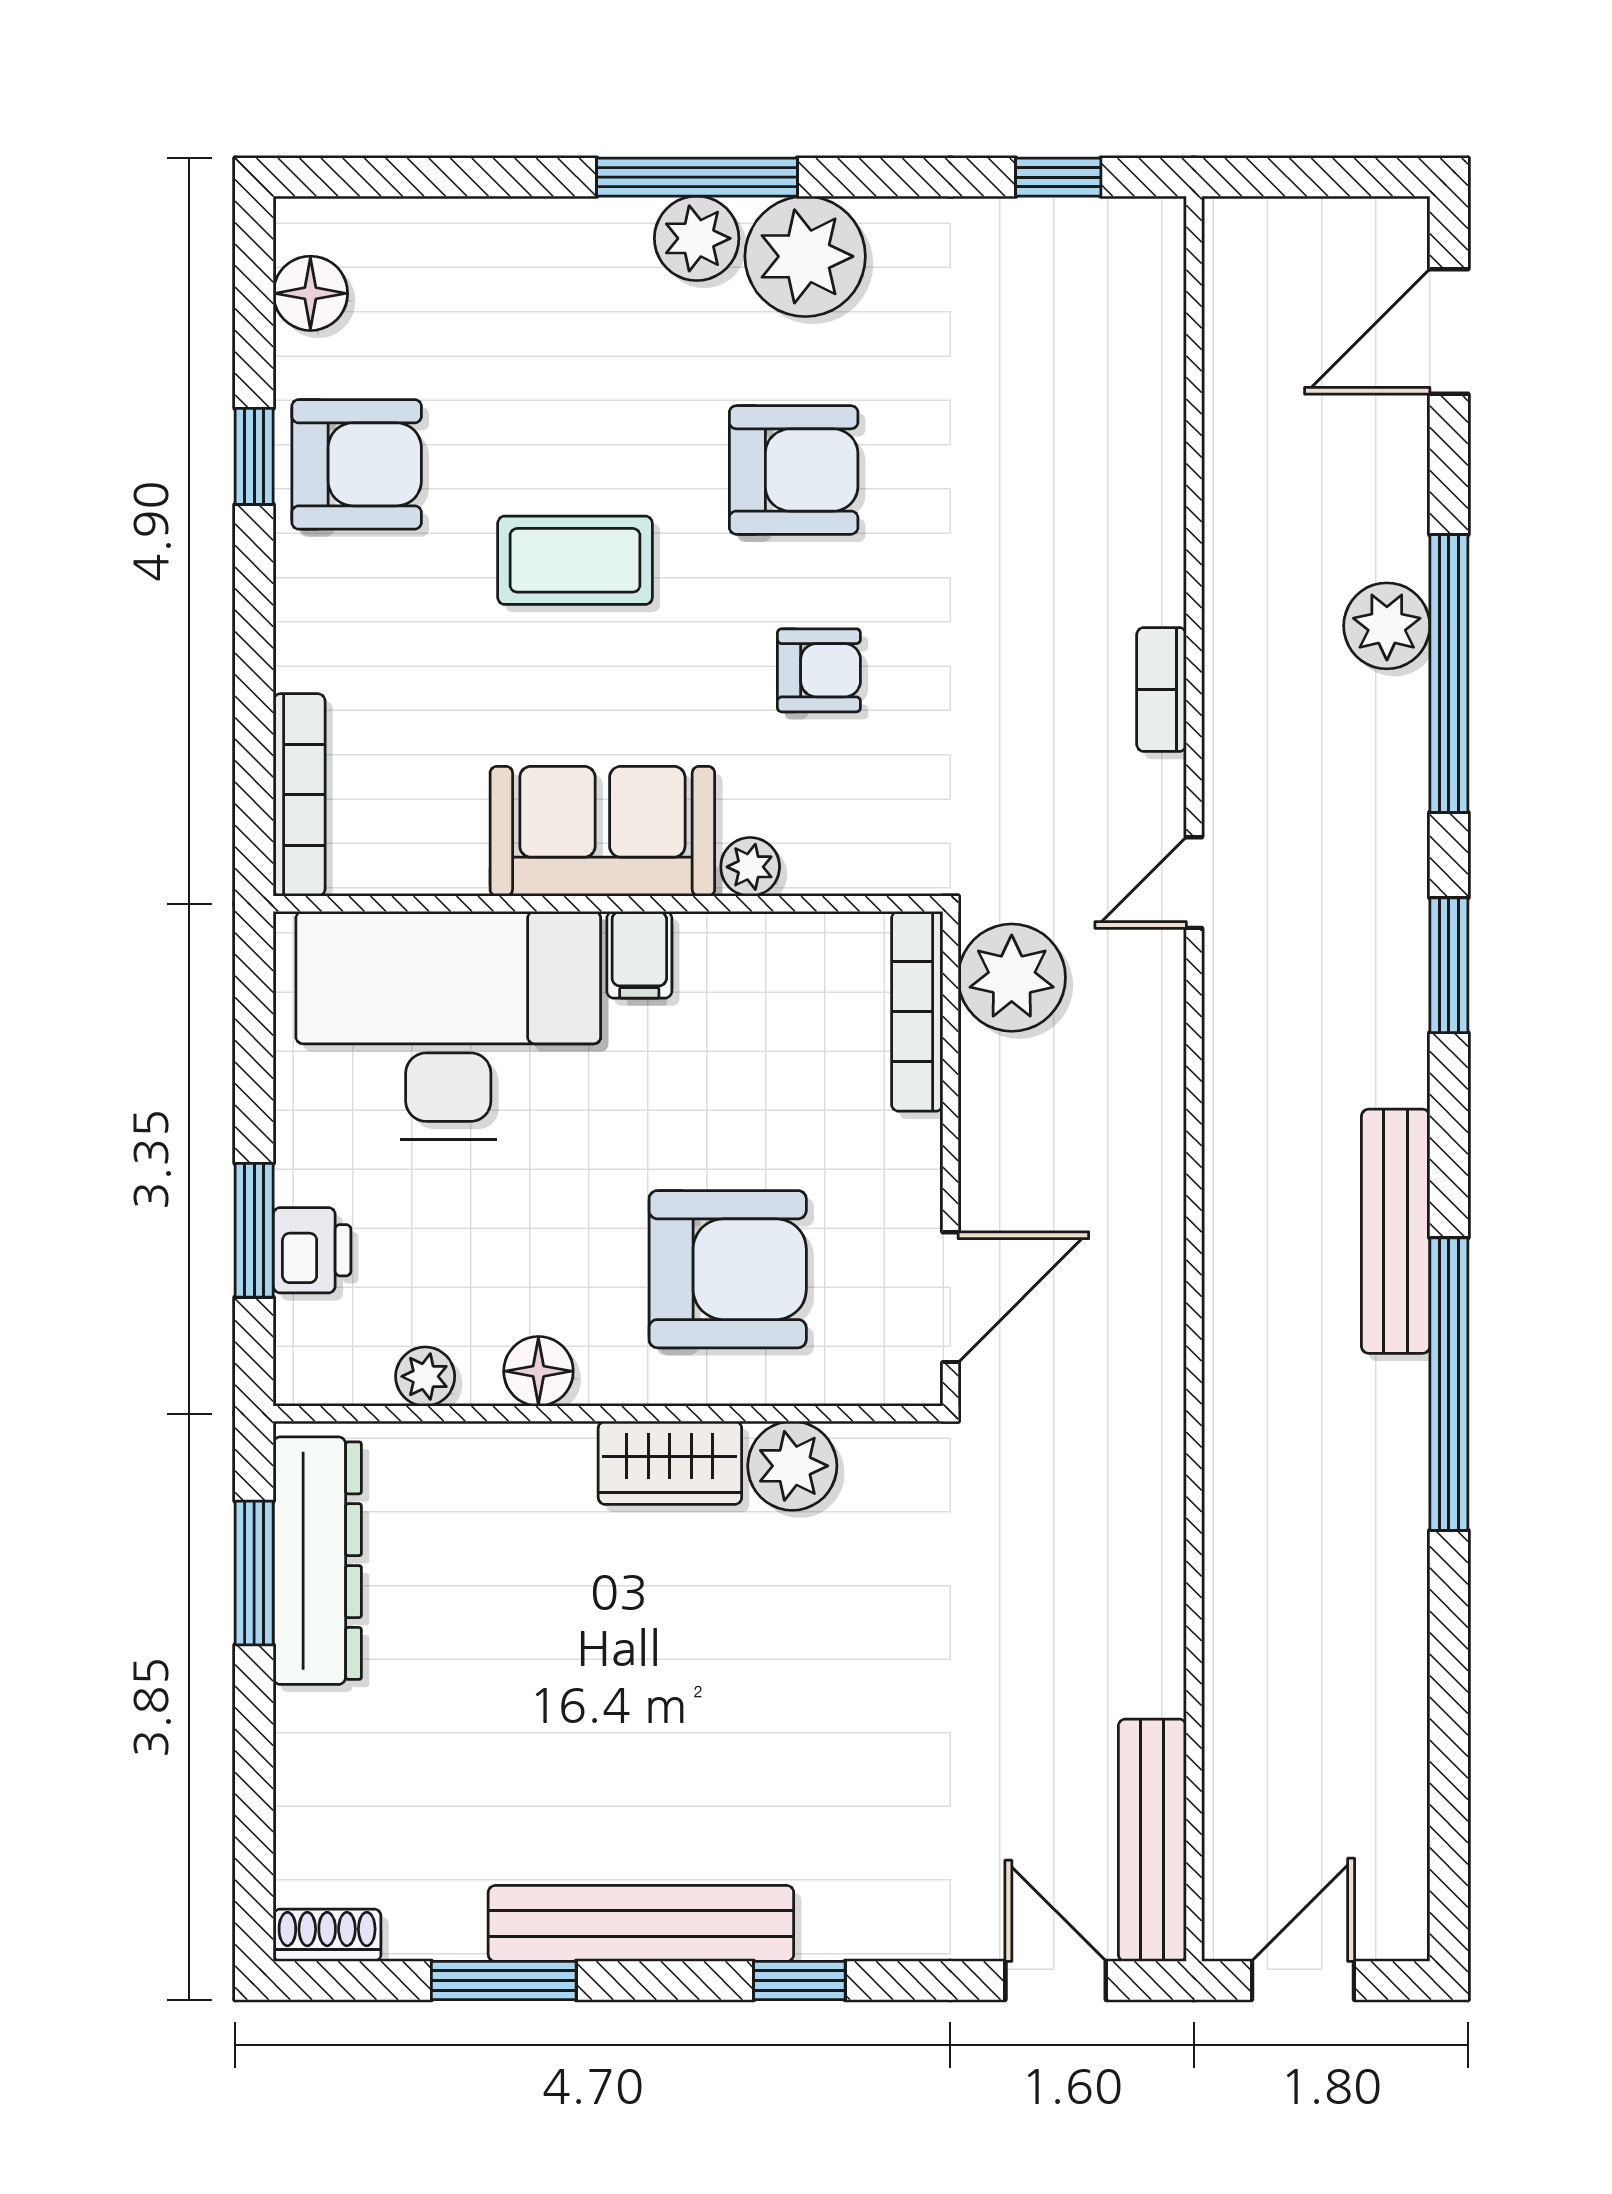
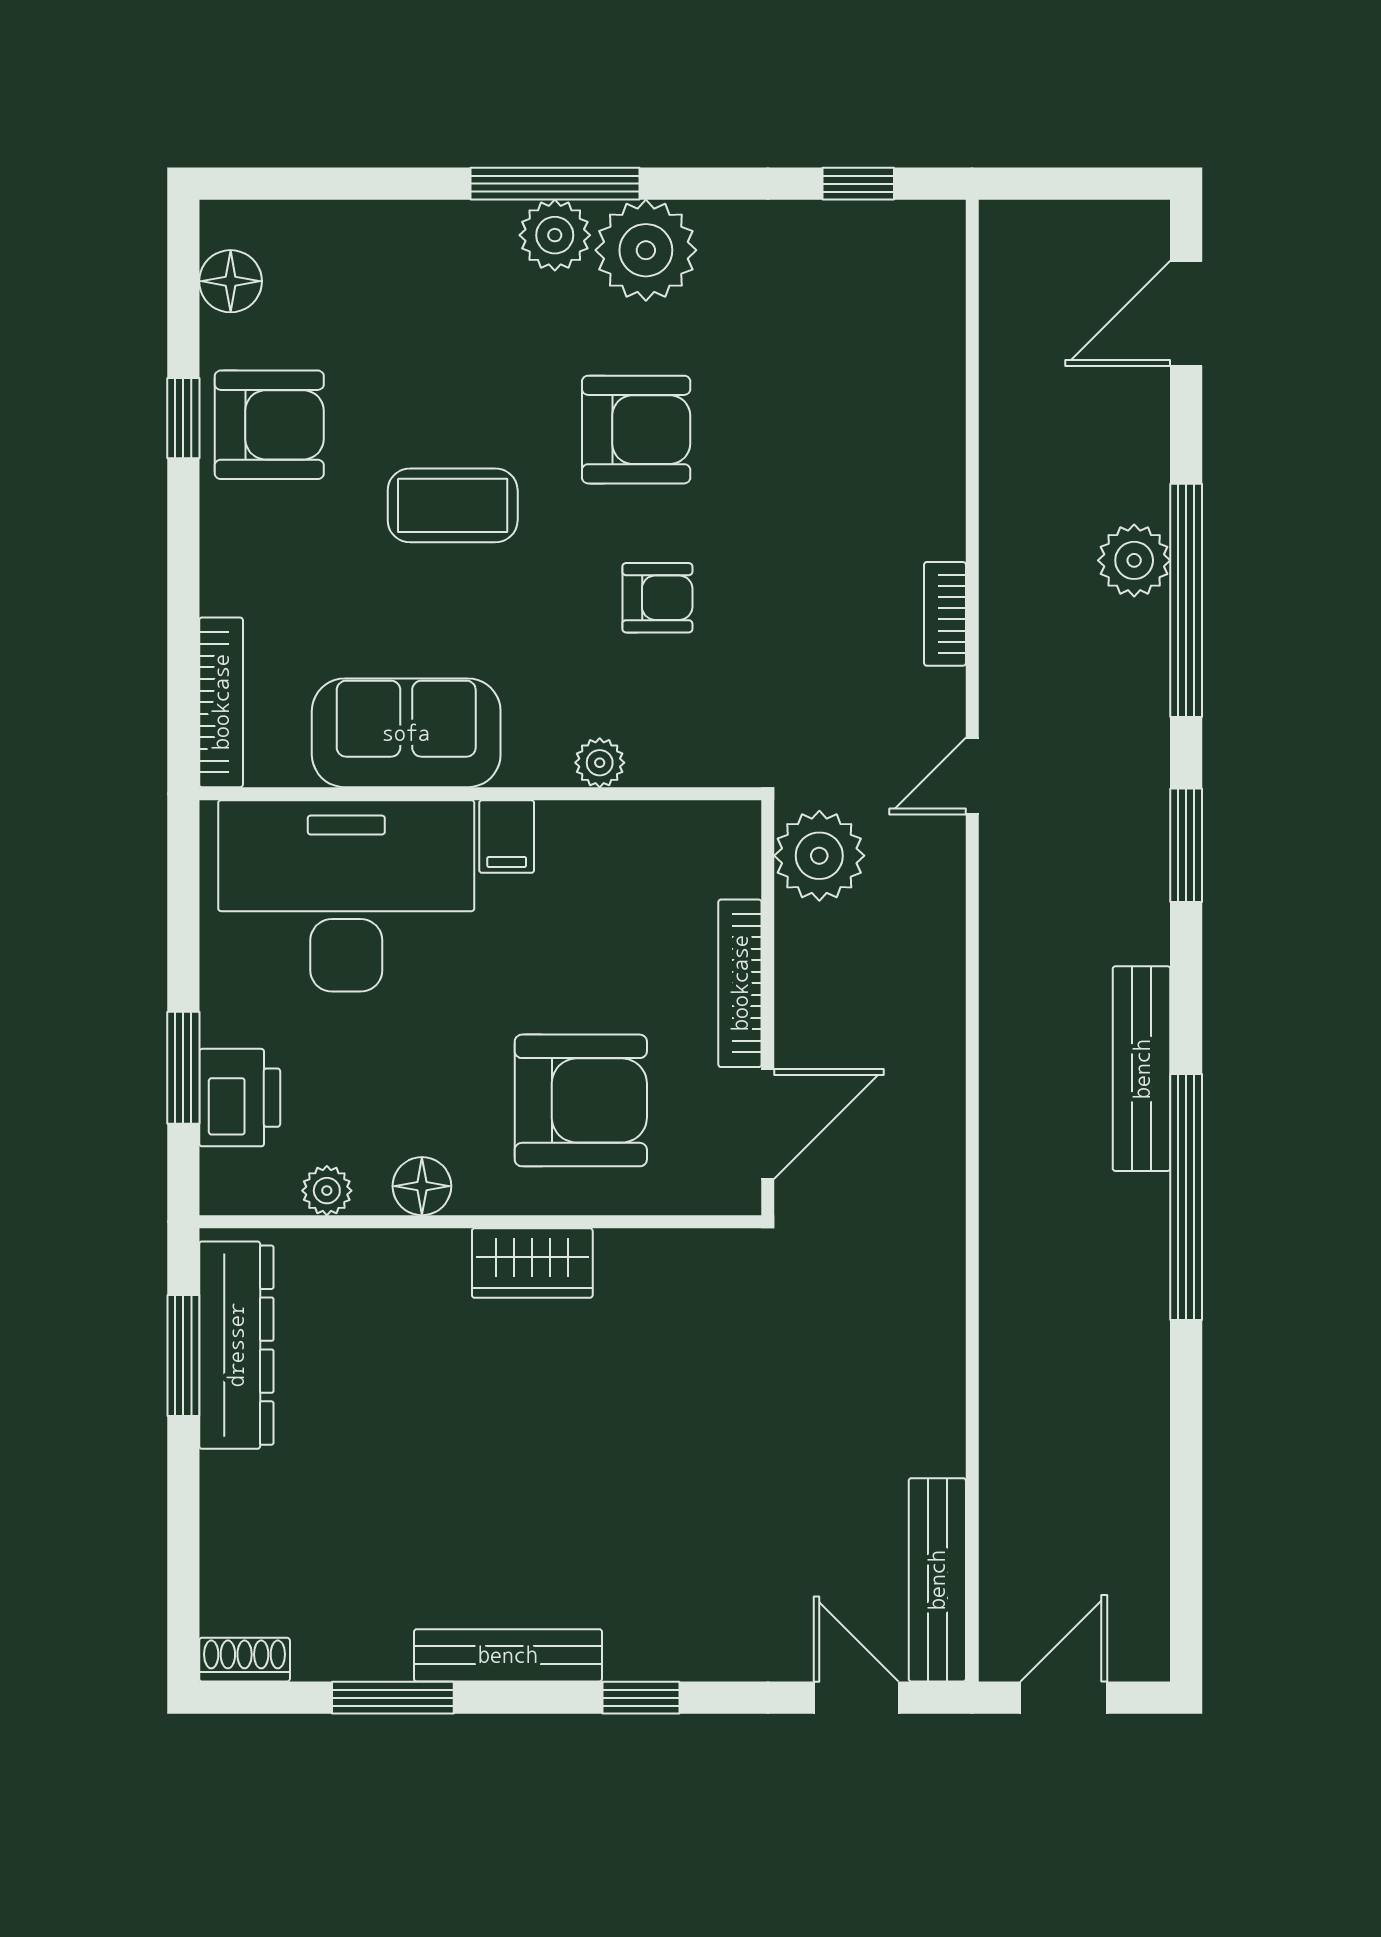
sofa: (602, 831) -> (406, 733), moved
bookcase: (917, 1011) -> (740, 983), moved
printer: (312, 1250) -> (240, 1098), width x1.36, depth x1.24
plant: (792, 1466) -> (635, 1266), removed
bench: (641, 1923) -> (508, 1655), width x0.73, depth x0.82

